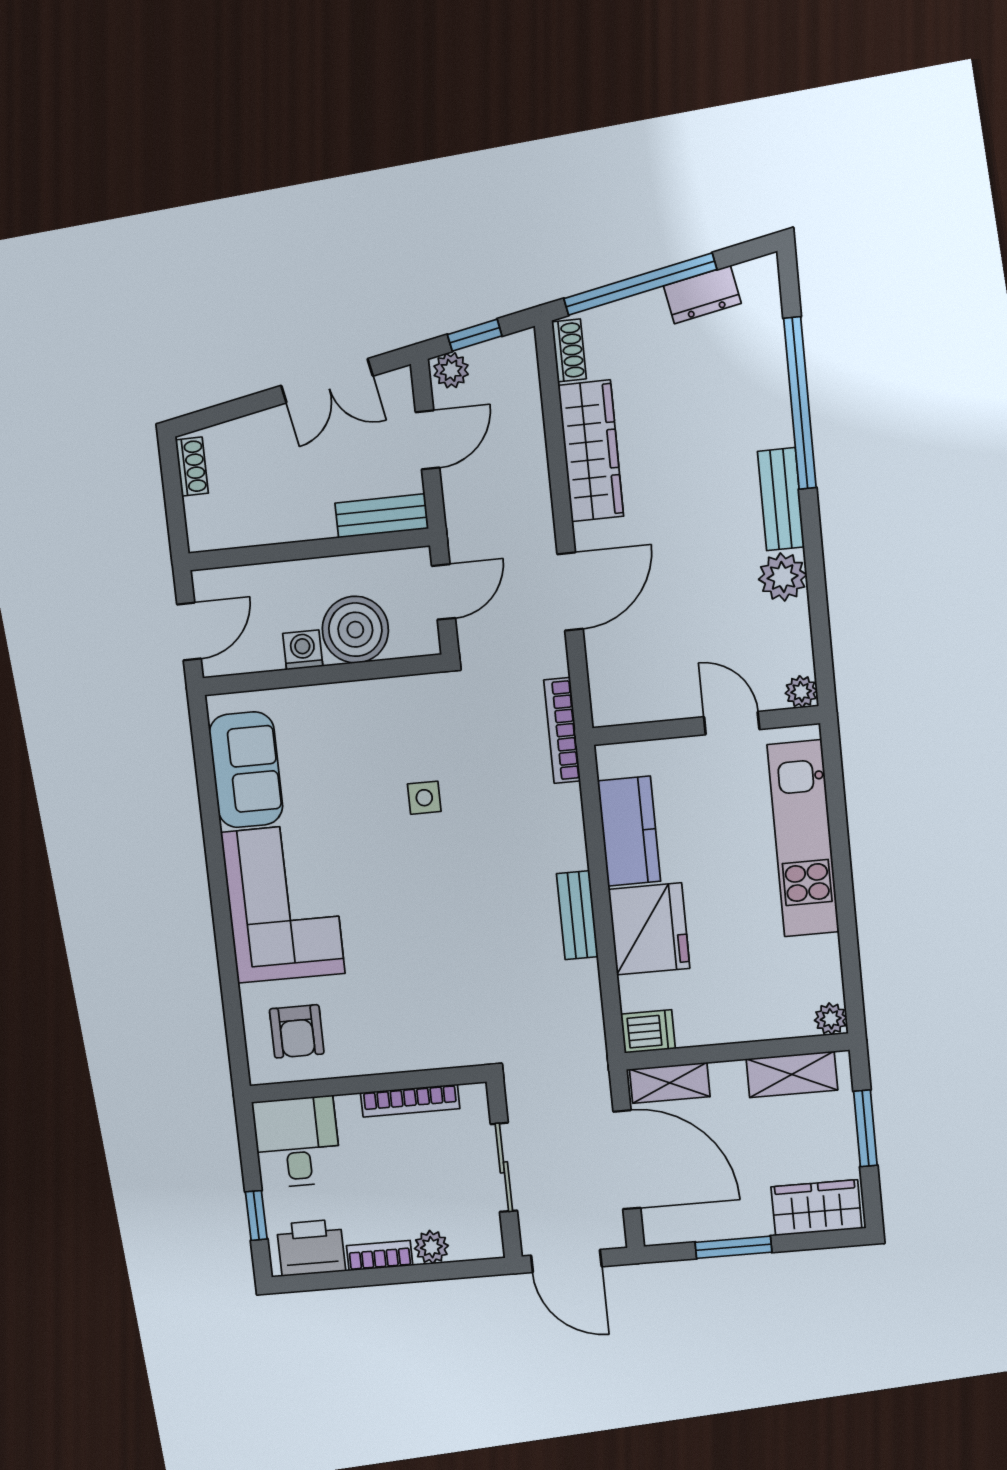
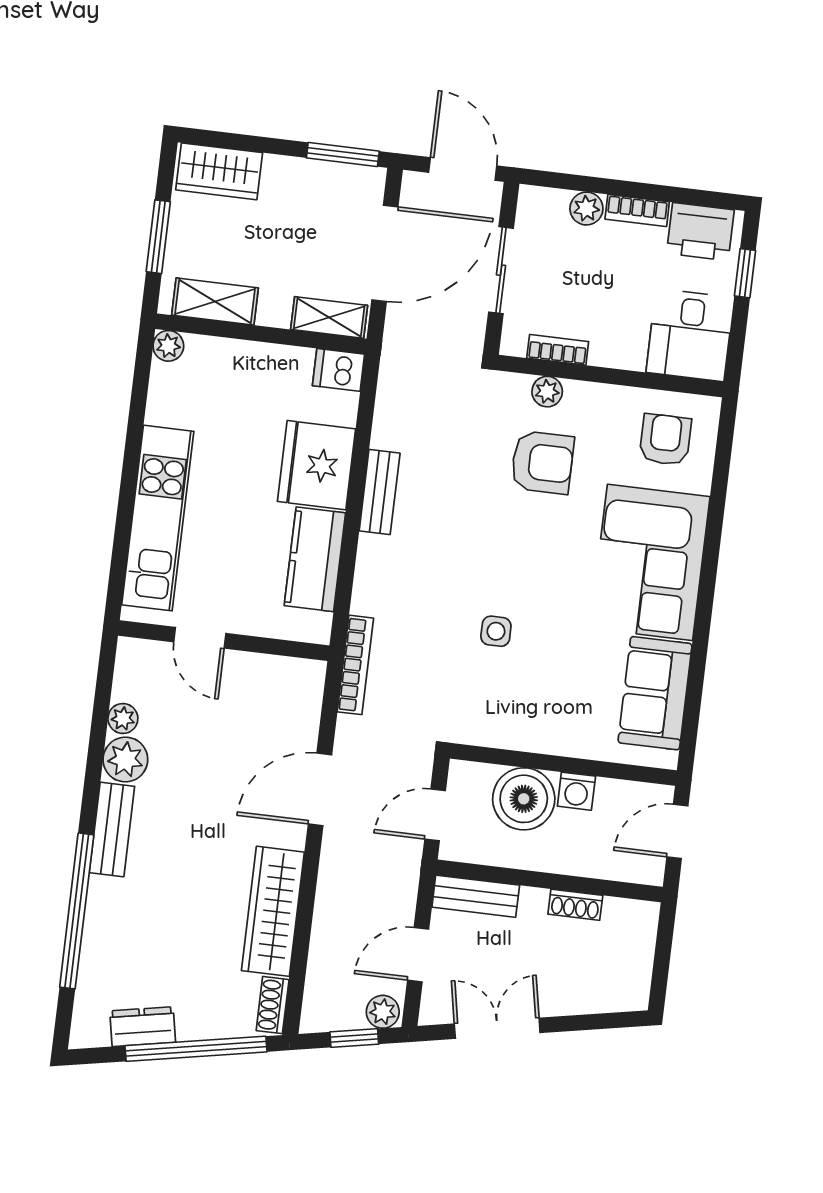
shoe rack: (192, 467) -> (575, 905), moved, turned -90
plant: (801, 692) -> (123, 718), moved
armchair: (417, 981) -> (542, 462), added
plant: (428, 1055) -> (547, 392), added
bookcase: (410, 1101) -> (558, 350), width x0.64
door: (627, 1160) -> (385, 253), swing flipped
window: (733, 1247) -> (343, 155), moved

